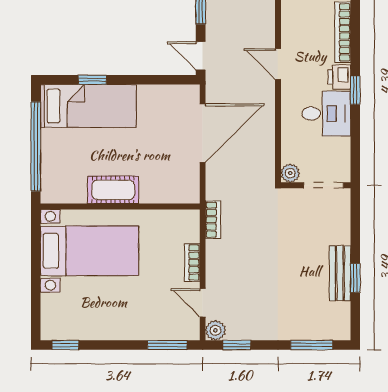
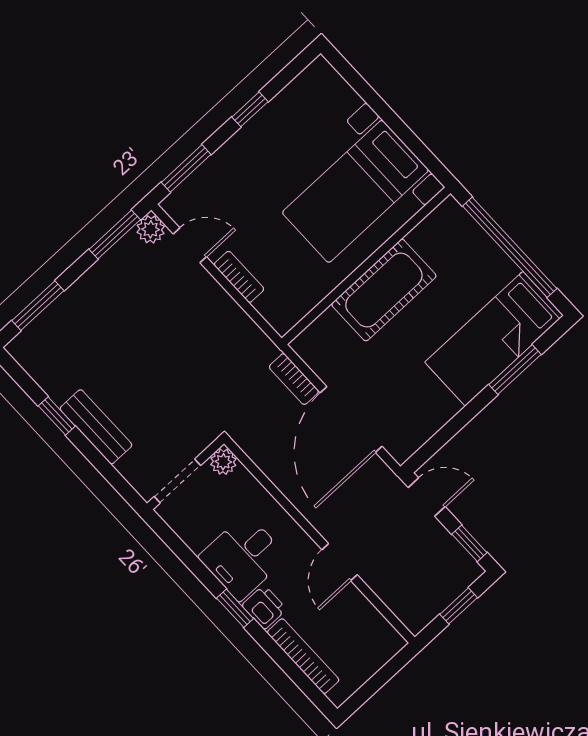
door: (278, 64) -> (340, 562), swing flipped
window: (92, 80) -> (515, 370), width x1.50
cot: (113, 190) -> (384, 290), width x1.37, depth x1.34
bookcase: (213, 220) -> (294, 379), moved
bench: (340, 273) -> (96, 427), moved
window: (65, 345) -> (250, 109), moved
window: (237, 345) -> (115, 235), width x1.50

